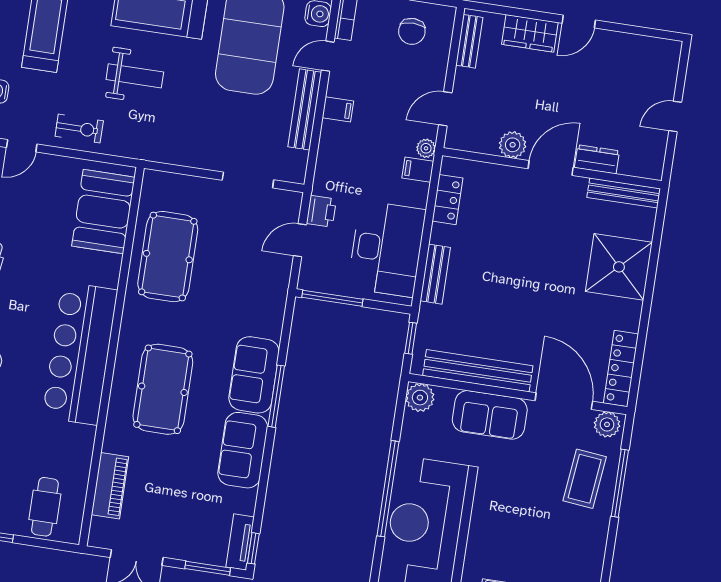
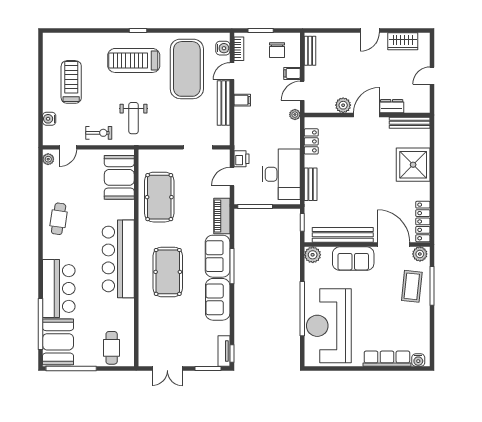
wardrobe: (530, 33) -> (403, 41), moved
weight bench: (135, 76) -> (133, 118), moved, turned 90
filing cabinet: (418, 170) -> (292, 73), moved
piano: (110, 486) -> (222, 216), moved, turned 180

